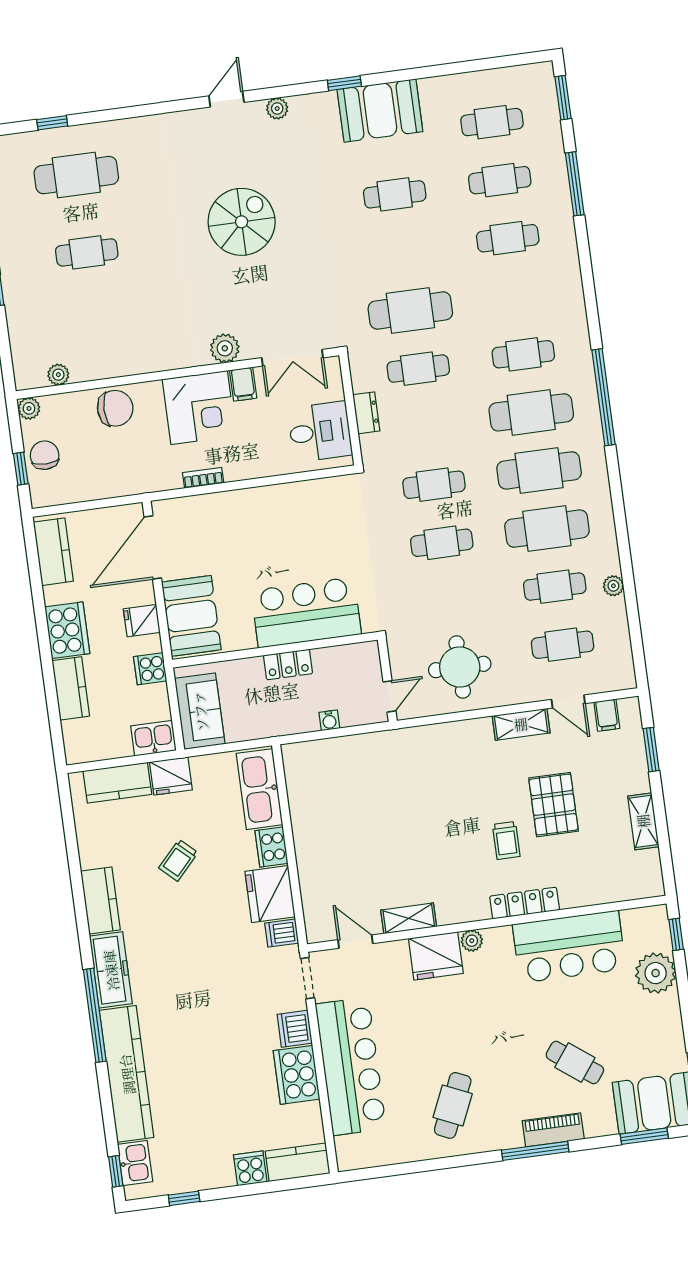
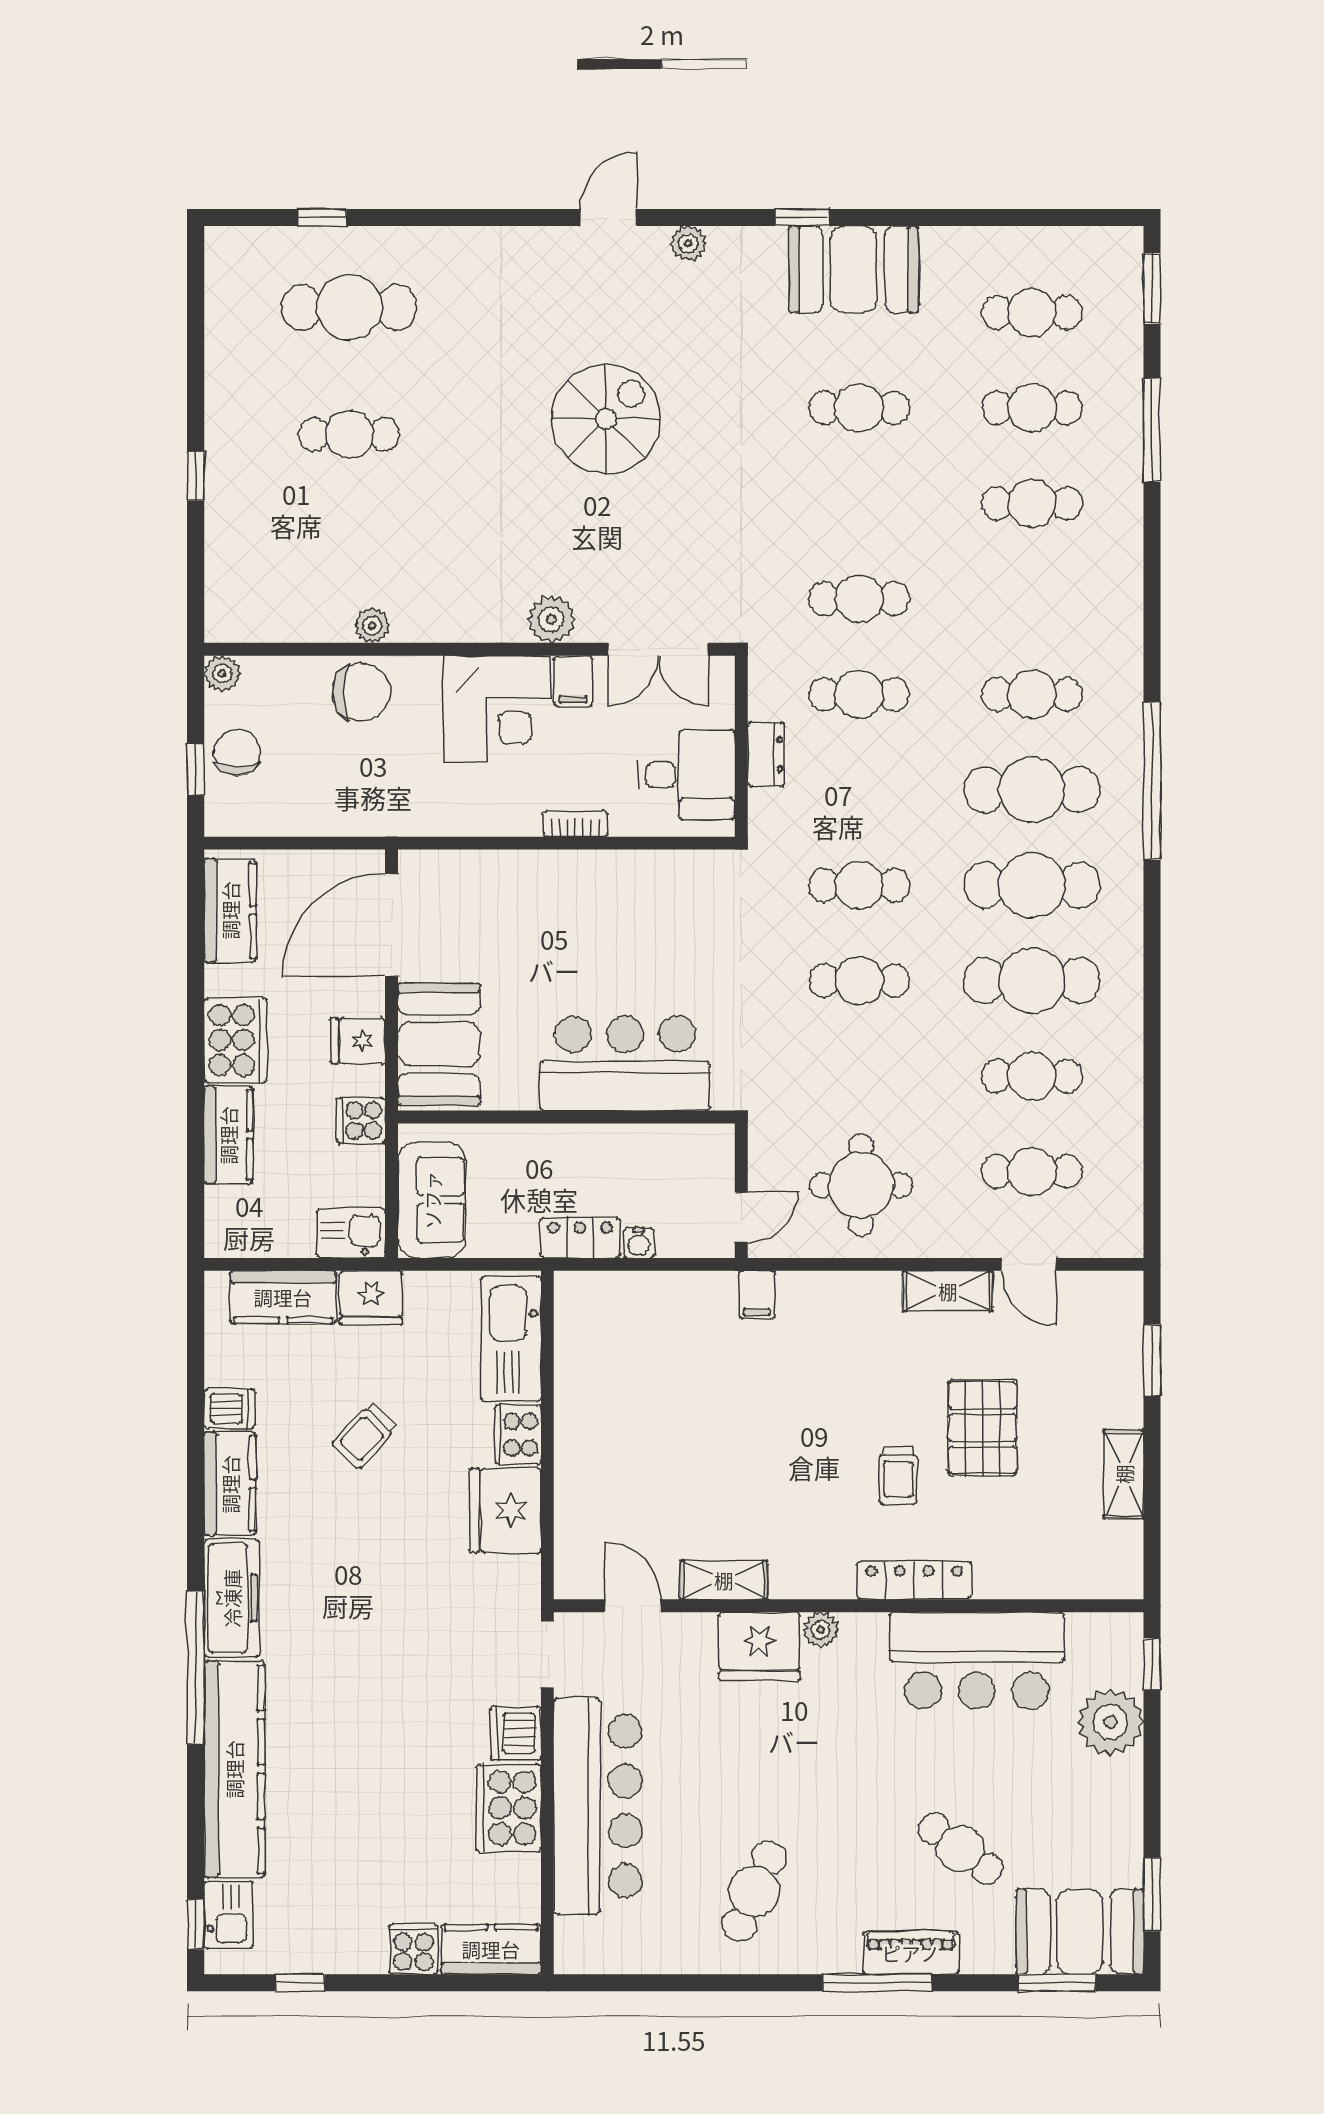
cafe table: (410, 310) -> (859, 599), width x0.73, depth x0.74
plant: (58, 375) -> (372, 626), moved
bookcase: (203, 478) -> (575, 824), moved
plant: (613, 586) -> (1127, 1088), removed
locker: (288, 664) -> (580, 1238), moved, turned 180
filing cabinet: (607, 715) -> (757, 1295), moved
dishwasher: (282, 933) -> (230, 1409), moved, turned 180

